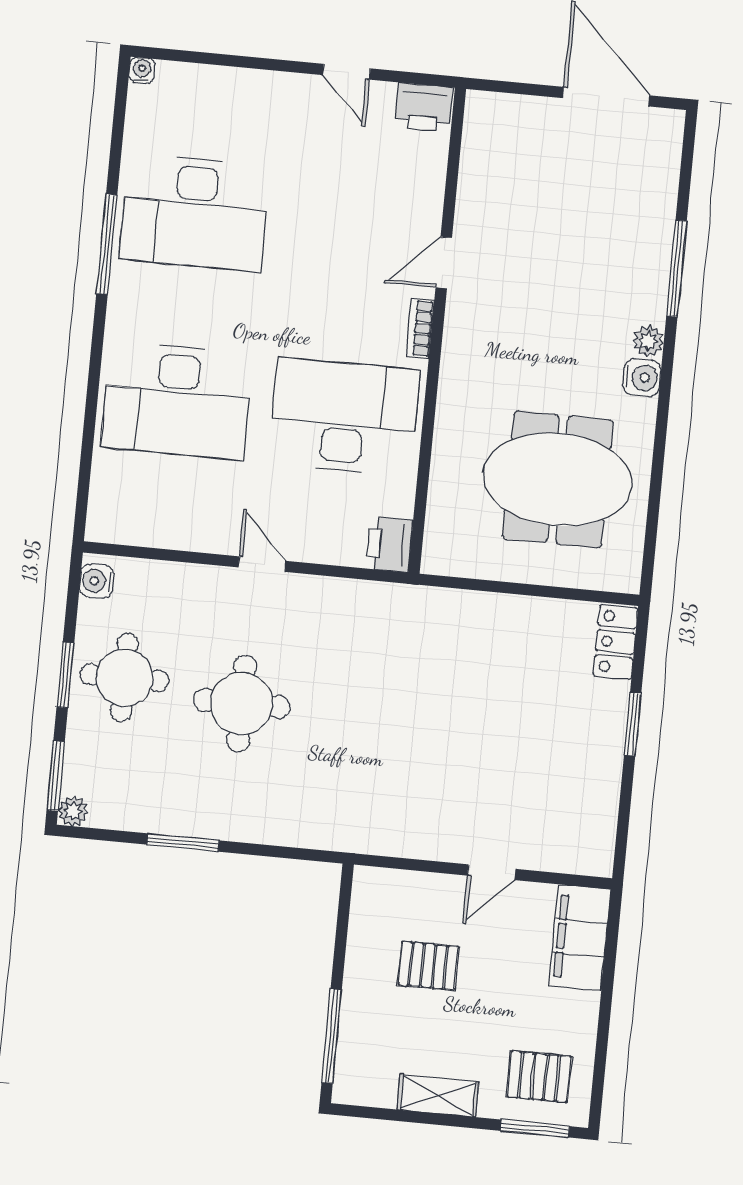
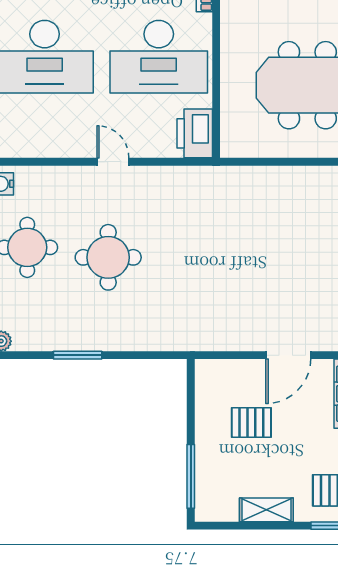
desk: (344, 417) -> (159, 57), turned 180
printer: (389, 544) -> (195, 133), width x1.37, depth x1.19
door: (492, 872) -> (288, 355), width x1.38

